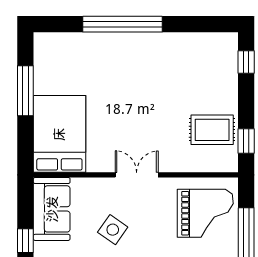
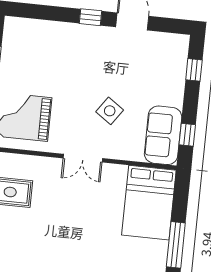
window: (25, 241) -> (187, 135), moved

